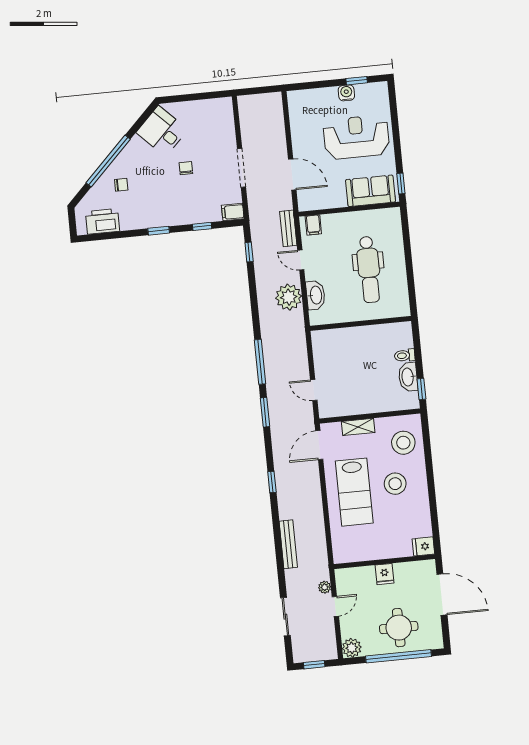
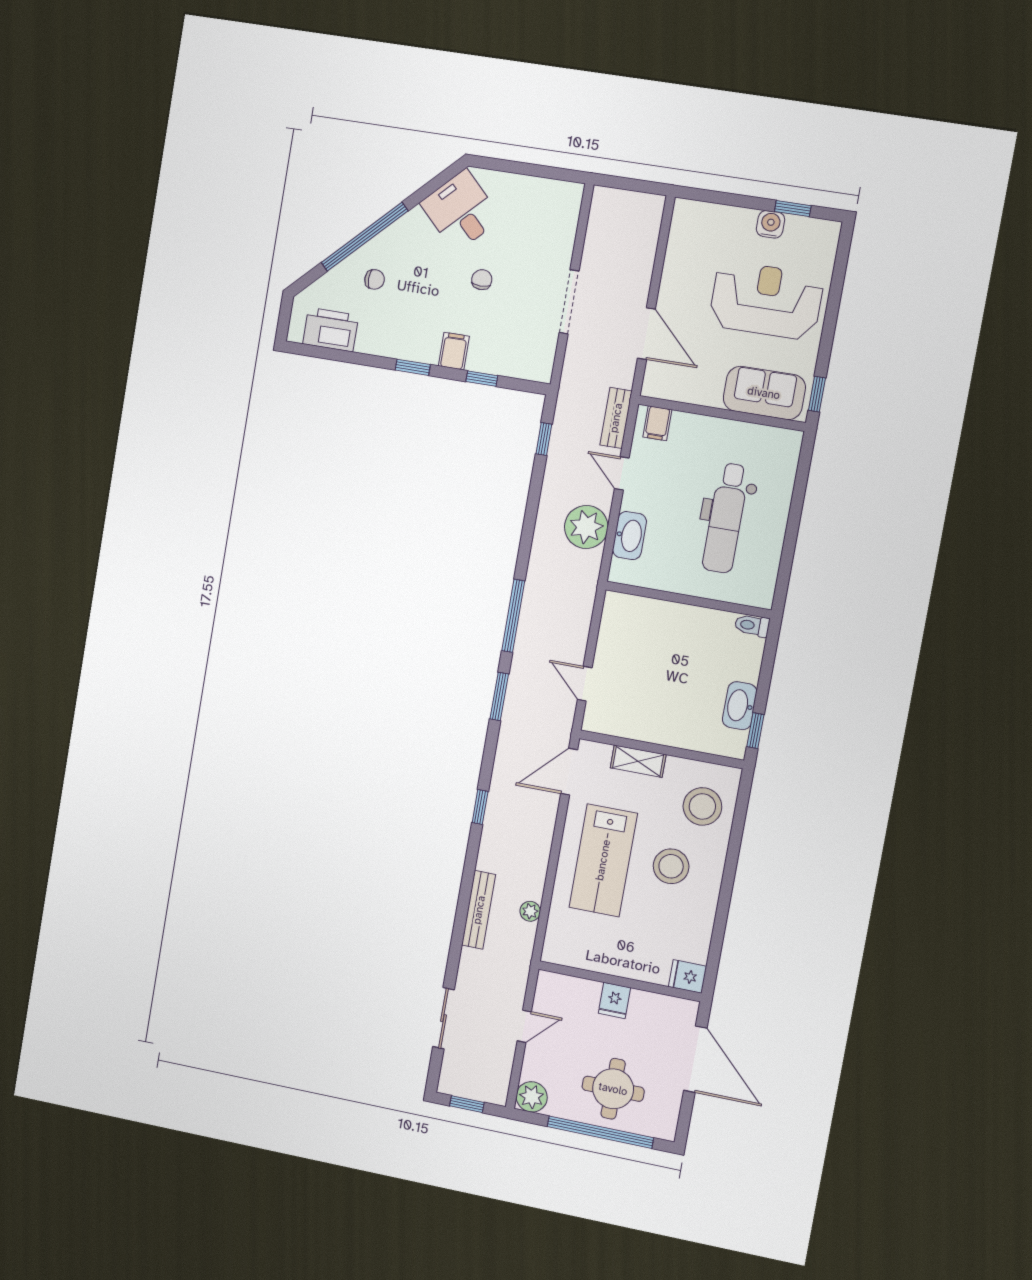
filing cabinet: (233, 212) -> (454, 351), moved, turned 90
toilet: (405, 355) -> (752, 625), moved
plant: (325, 587) -> (530, 911), moved

